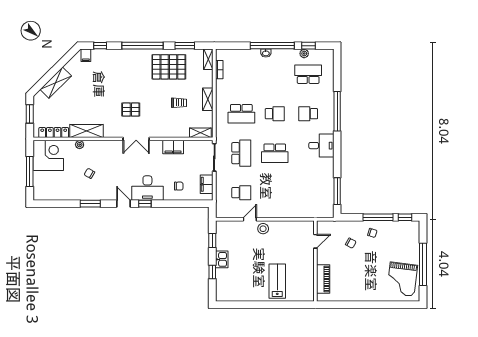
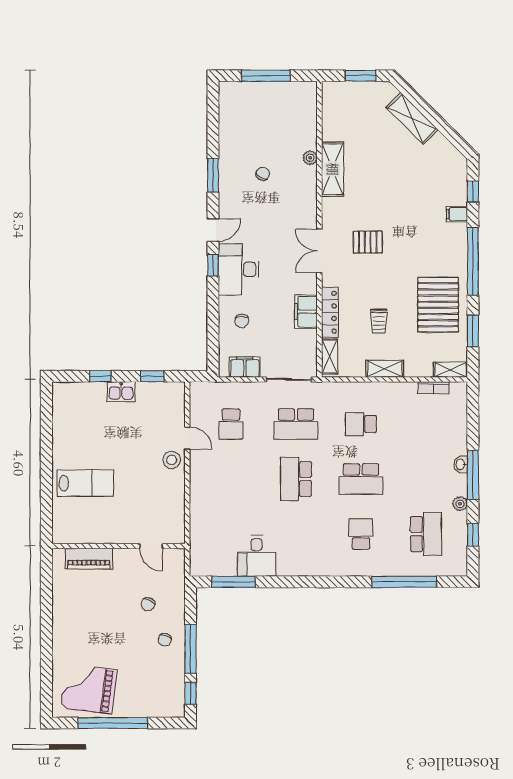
window: (272, 46) -> (473, 475), width x0.68
plant: (304, 54) -> (460, 504), moved
filing cabinet: (86, 55) -> (457, 214), moved
pallet: (131, 110) -> (368, 242), turned 90
window: (337, 111) -> (404, 582), moved
school desk: (241, 114) -> (361, 424), width x0.54
school desk: (275, 114) -> (361, 479), width x1.85
locker: (54, 133) -> (330, 312), moved
desk: (321, 146) -> (257, 556), moved
corner desk: (48, 155) -> (292, 106), removed

